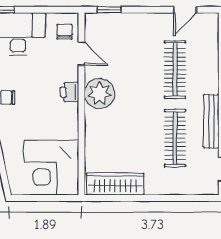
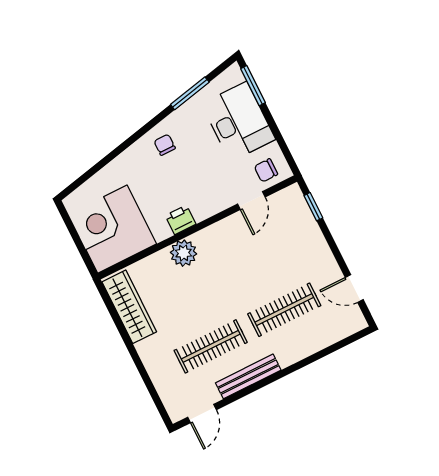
chair: (64, 32) -> (266, 170), turned 180
printer: (70, 92) -> (181, 220), moved
plant: (99, 93) -> (184, 253), moved, width x0.73, depth x0.73

